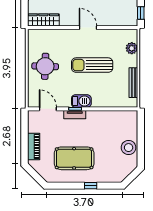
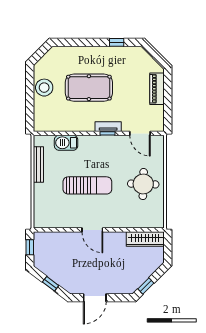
plant: (132, 48) -> (40, 206), removed
barbecue: (81, 101) -> (66, 143), moved
pool table: (74, 158) -> (89, 88), moved
window: (91, 186) -> (117, 42), moved

